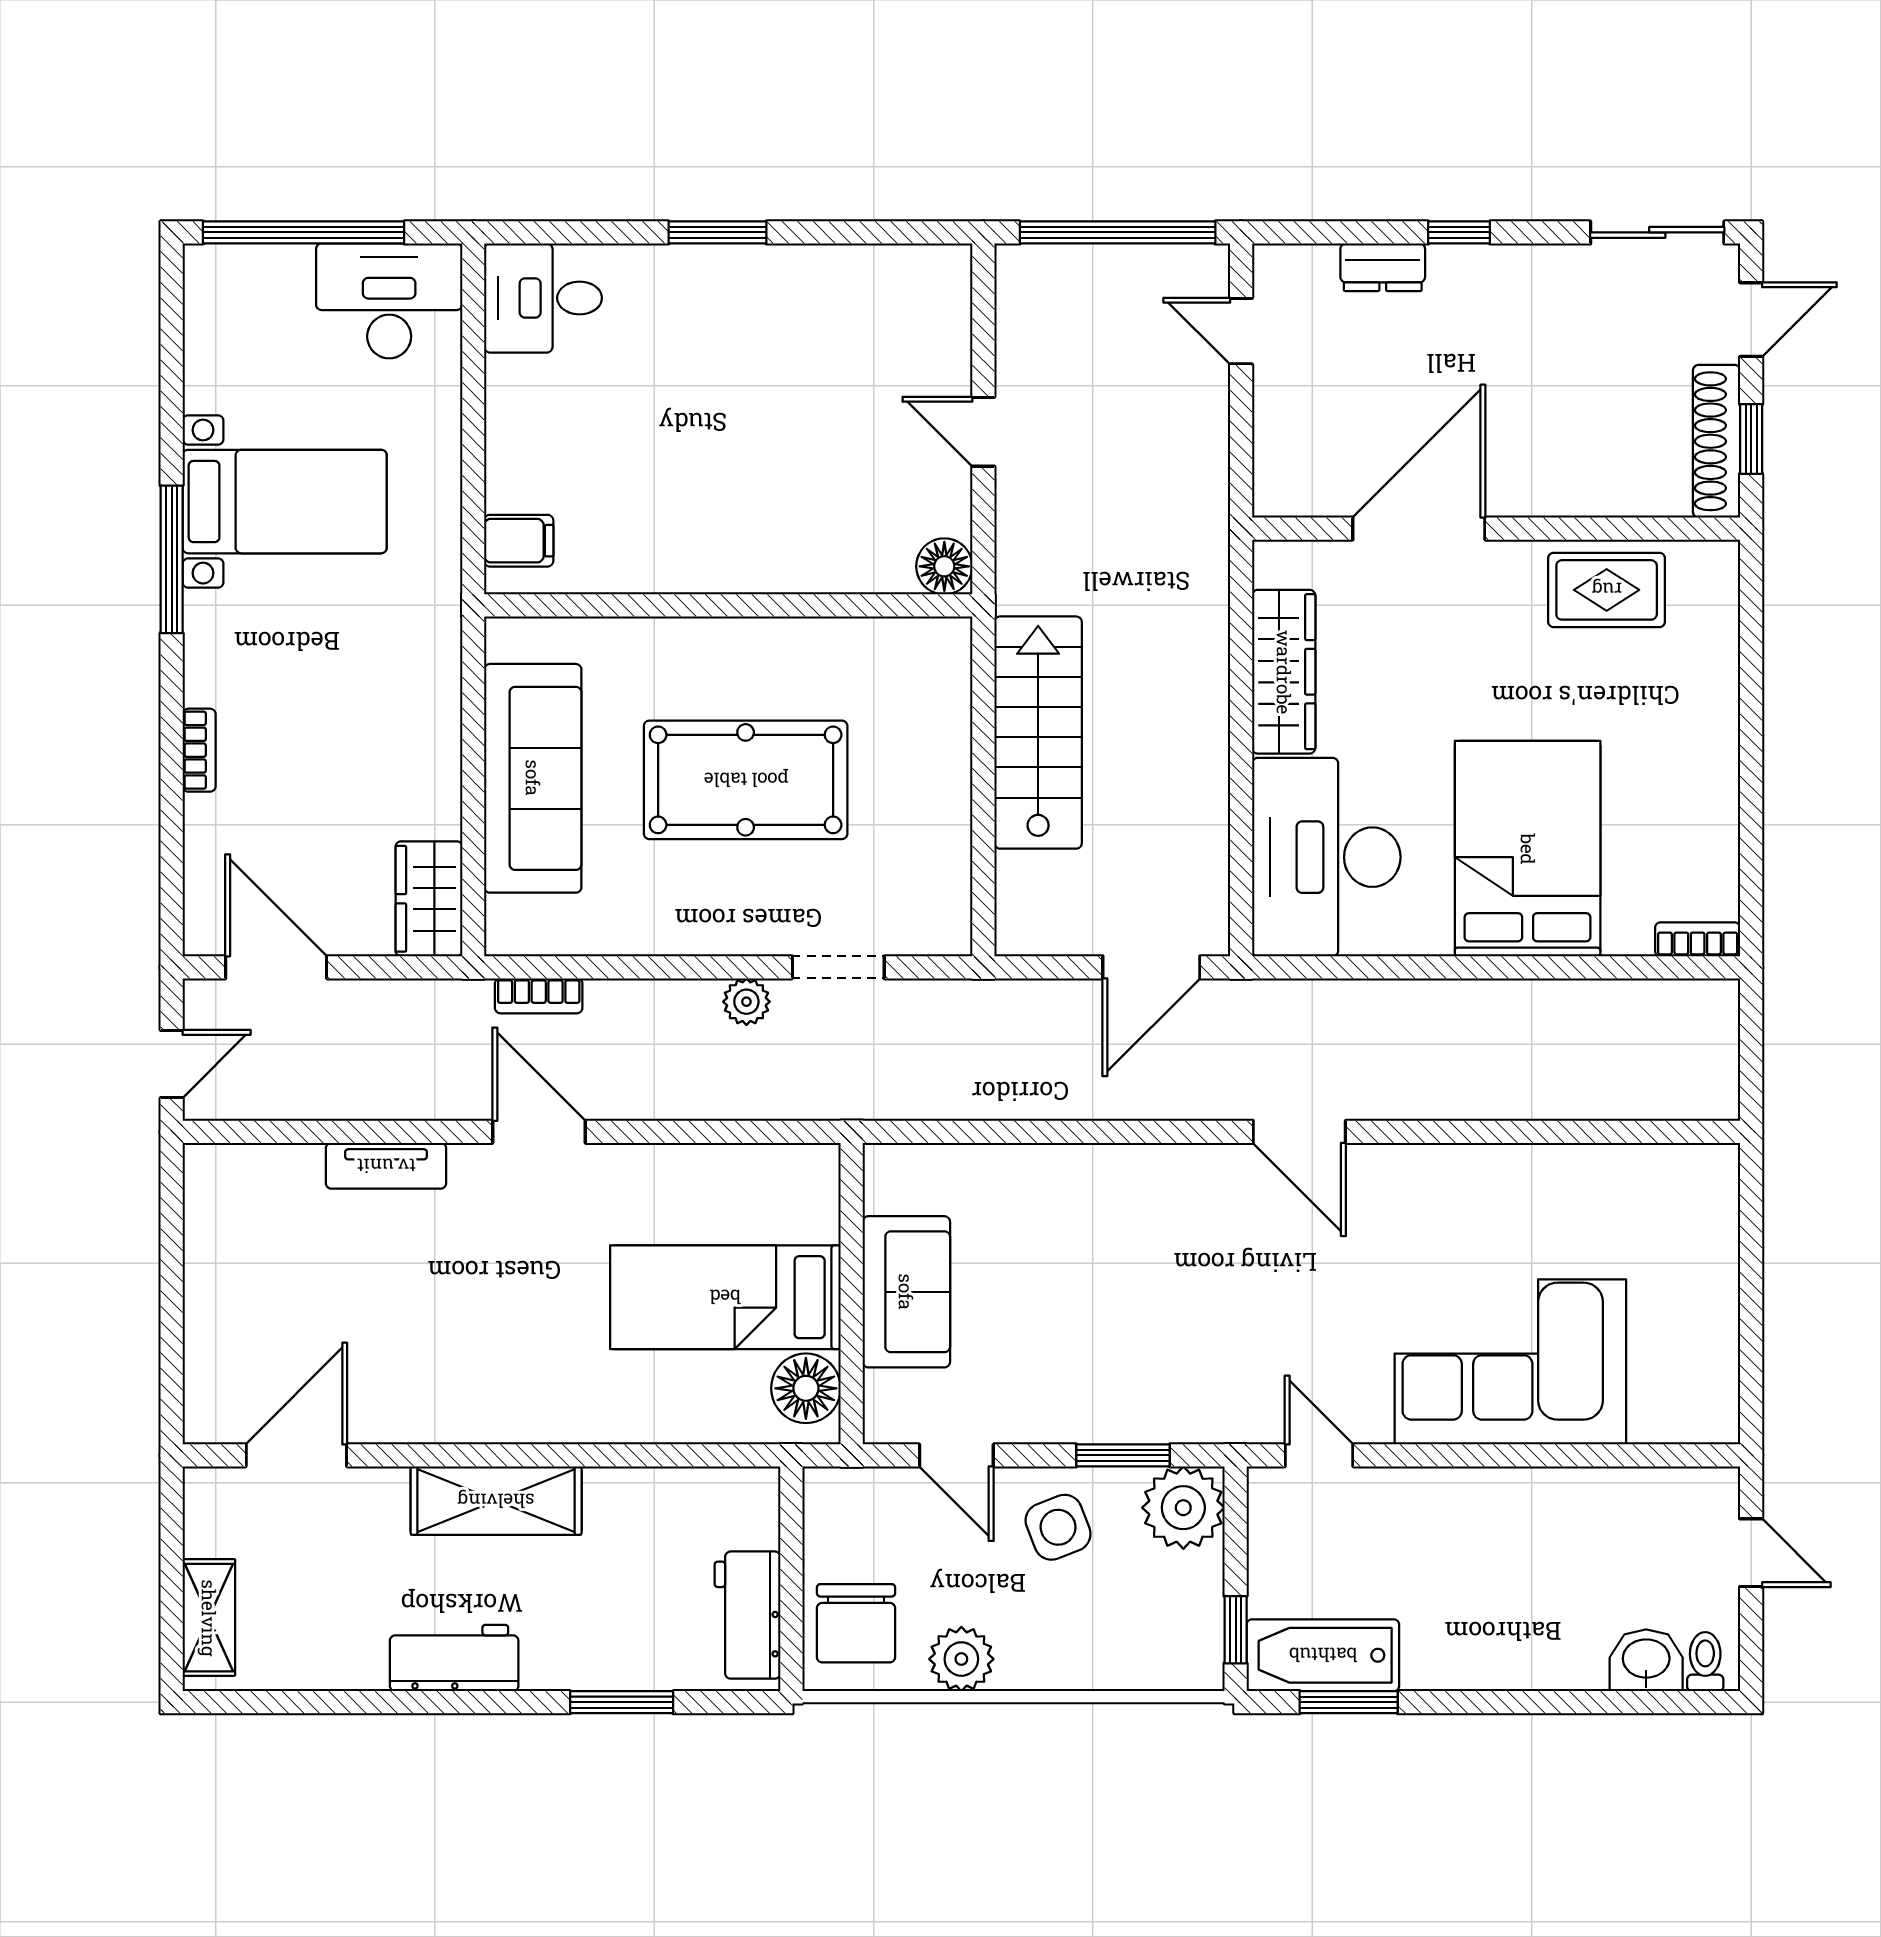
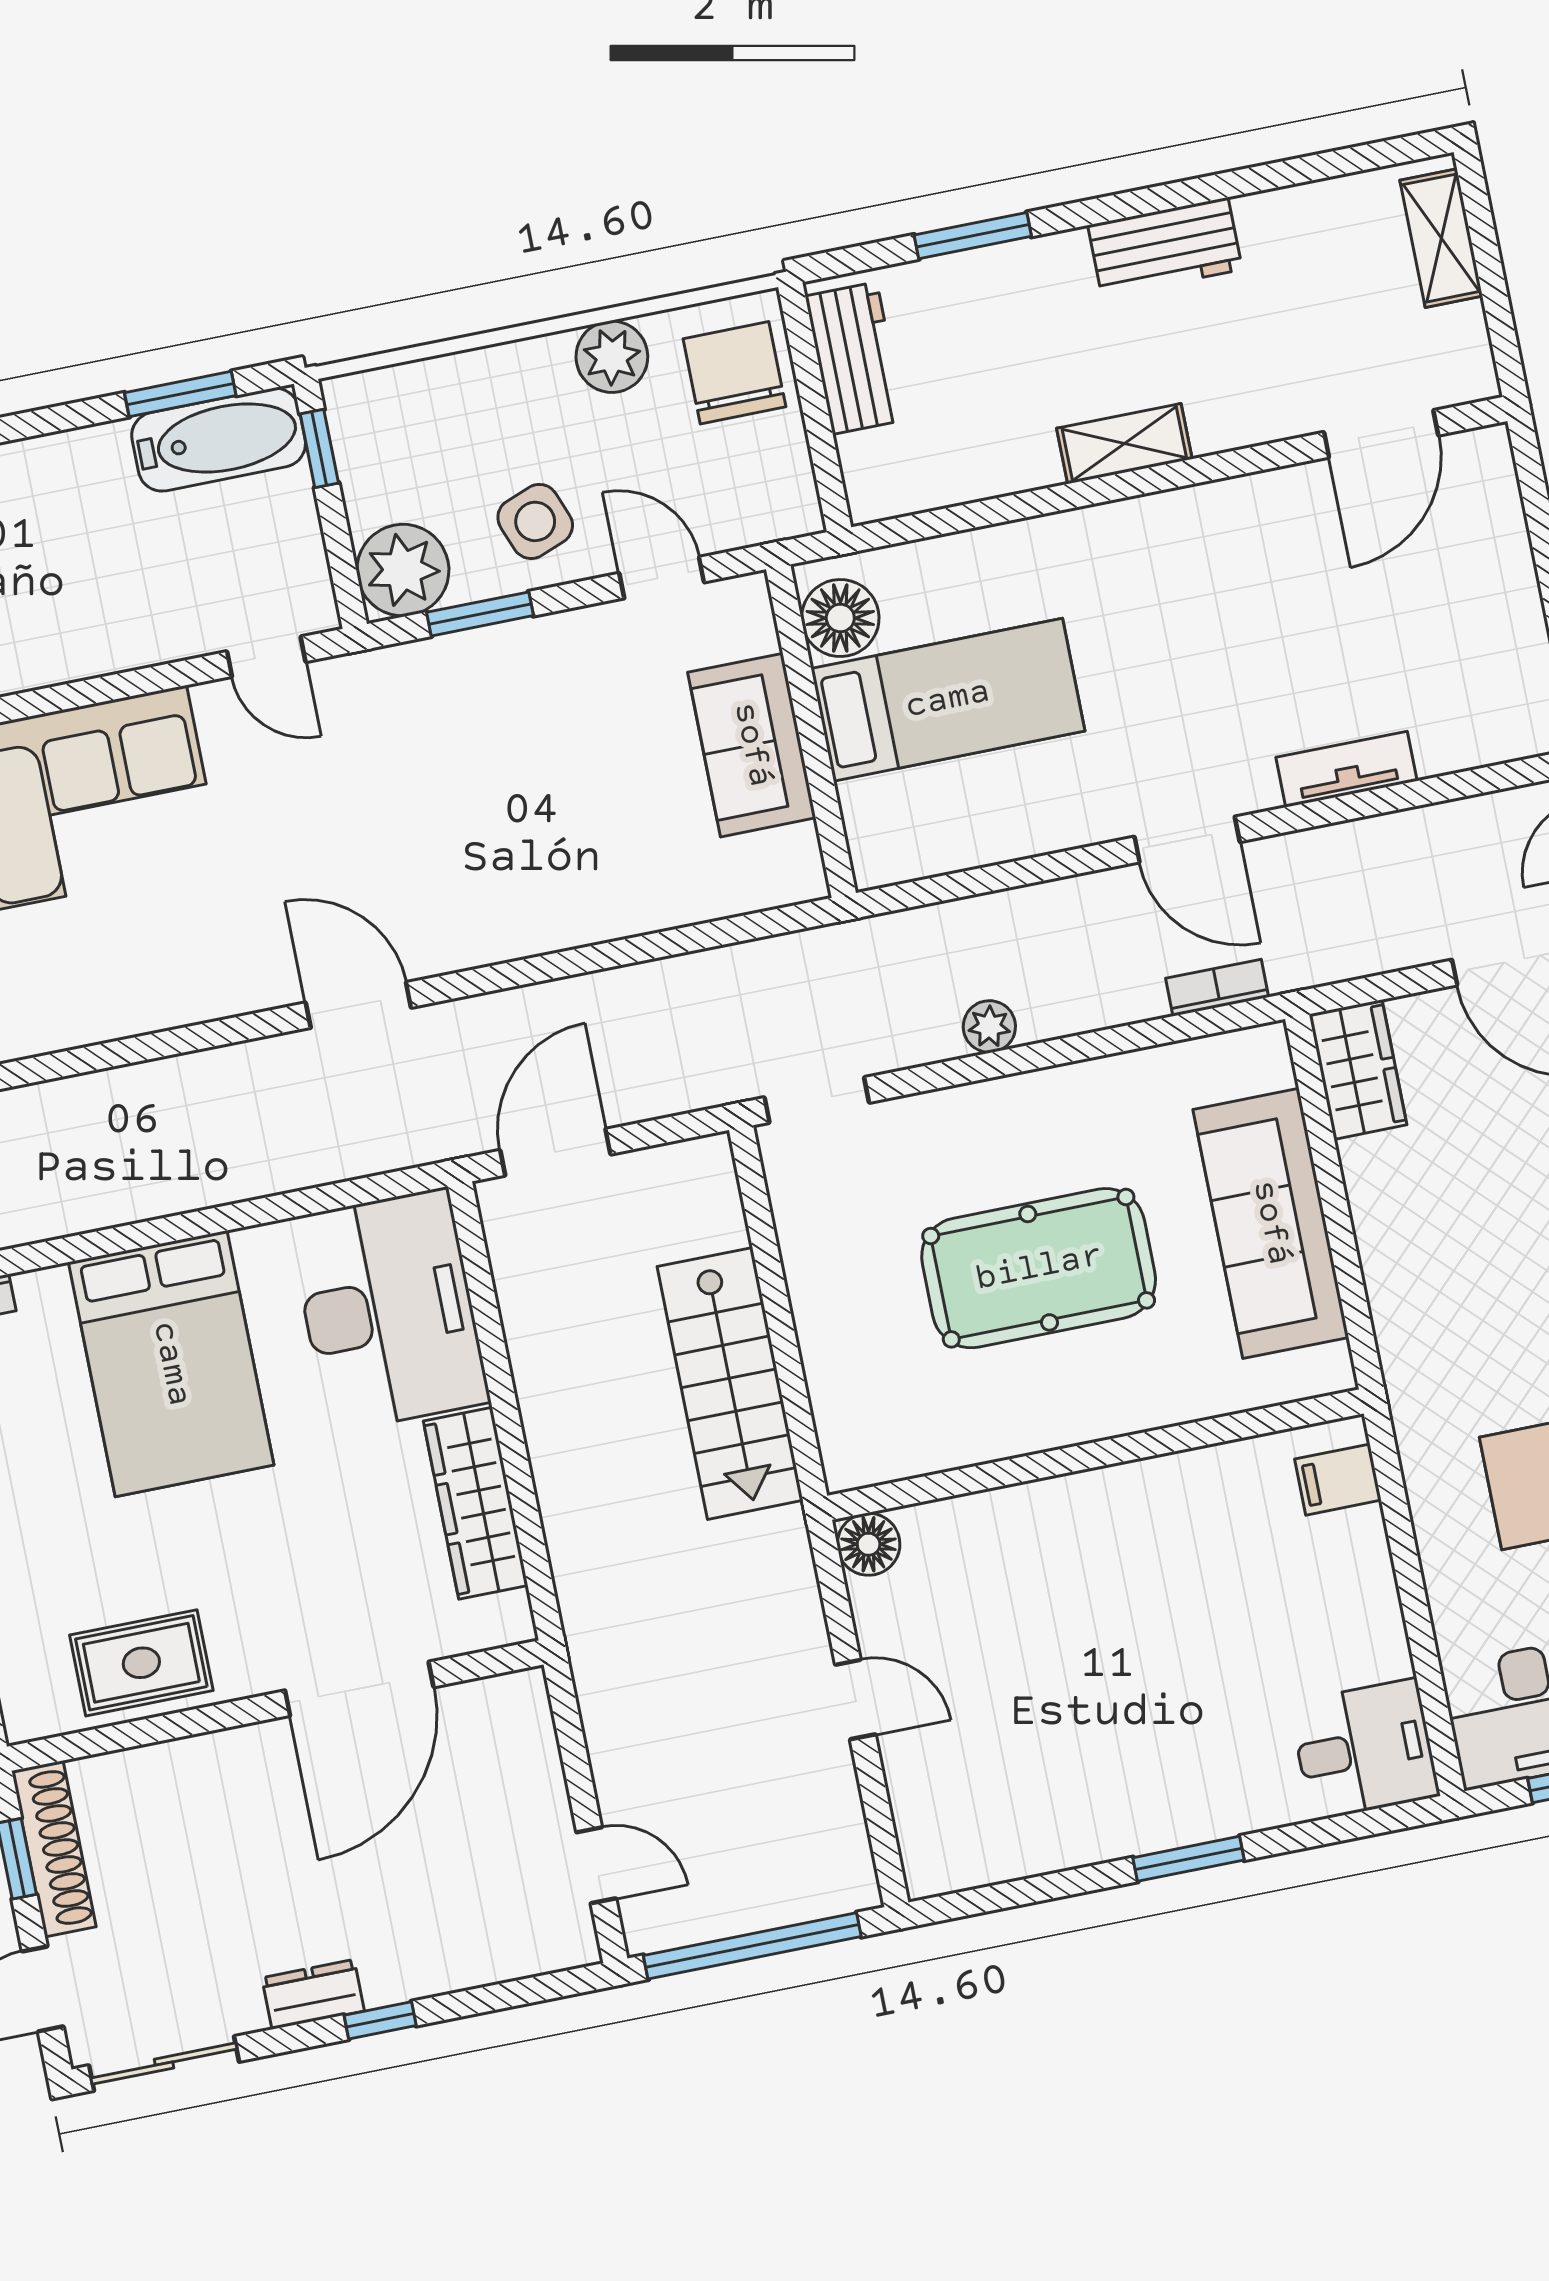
dresser: (1383, 267) -> (313, 1994), moved
doorway: (838, 967) -> (817, 1100), moved
shelving: (496, 1501) -> (1124, 444), width x0.67, depth x0.75

